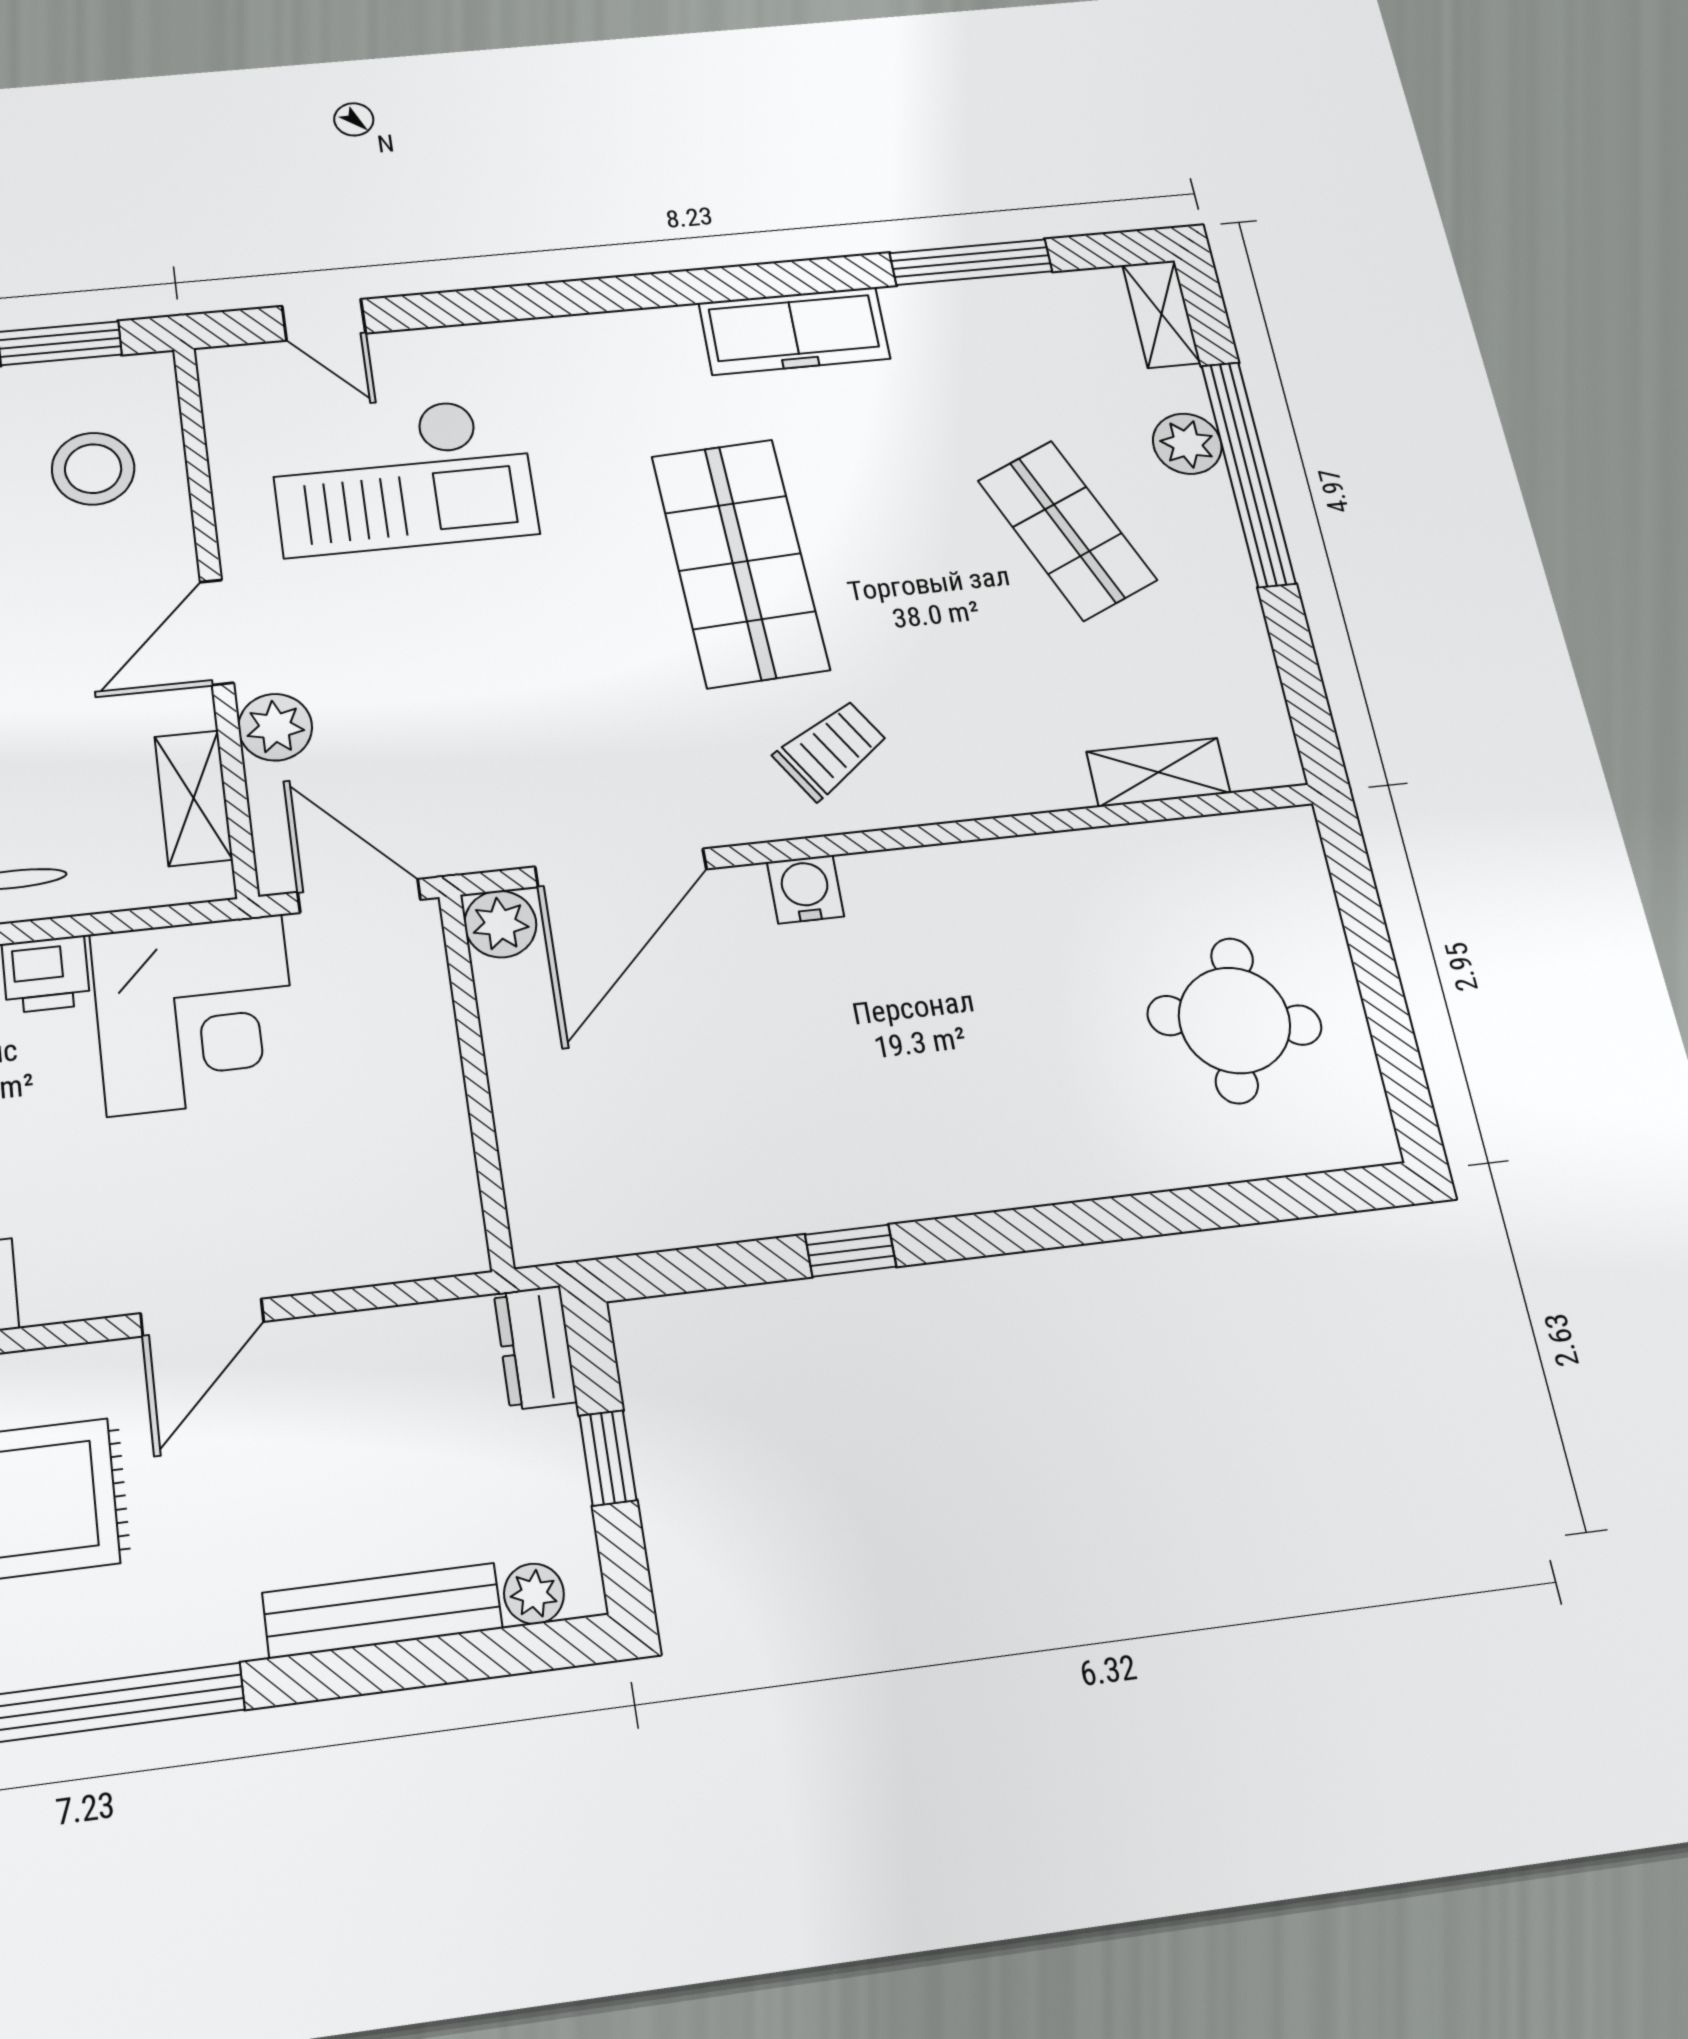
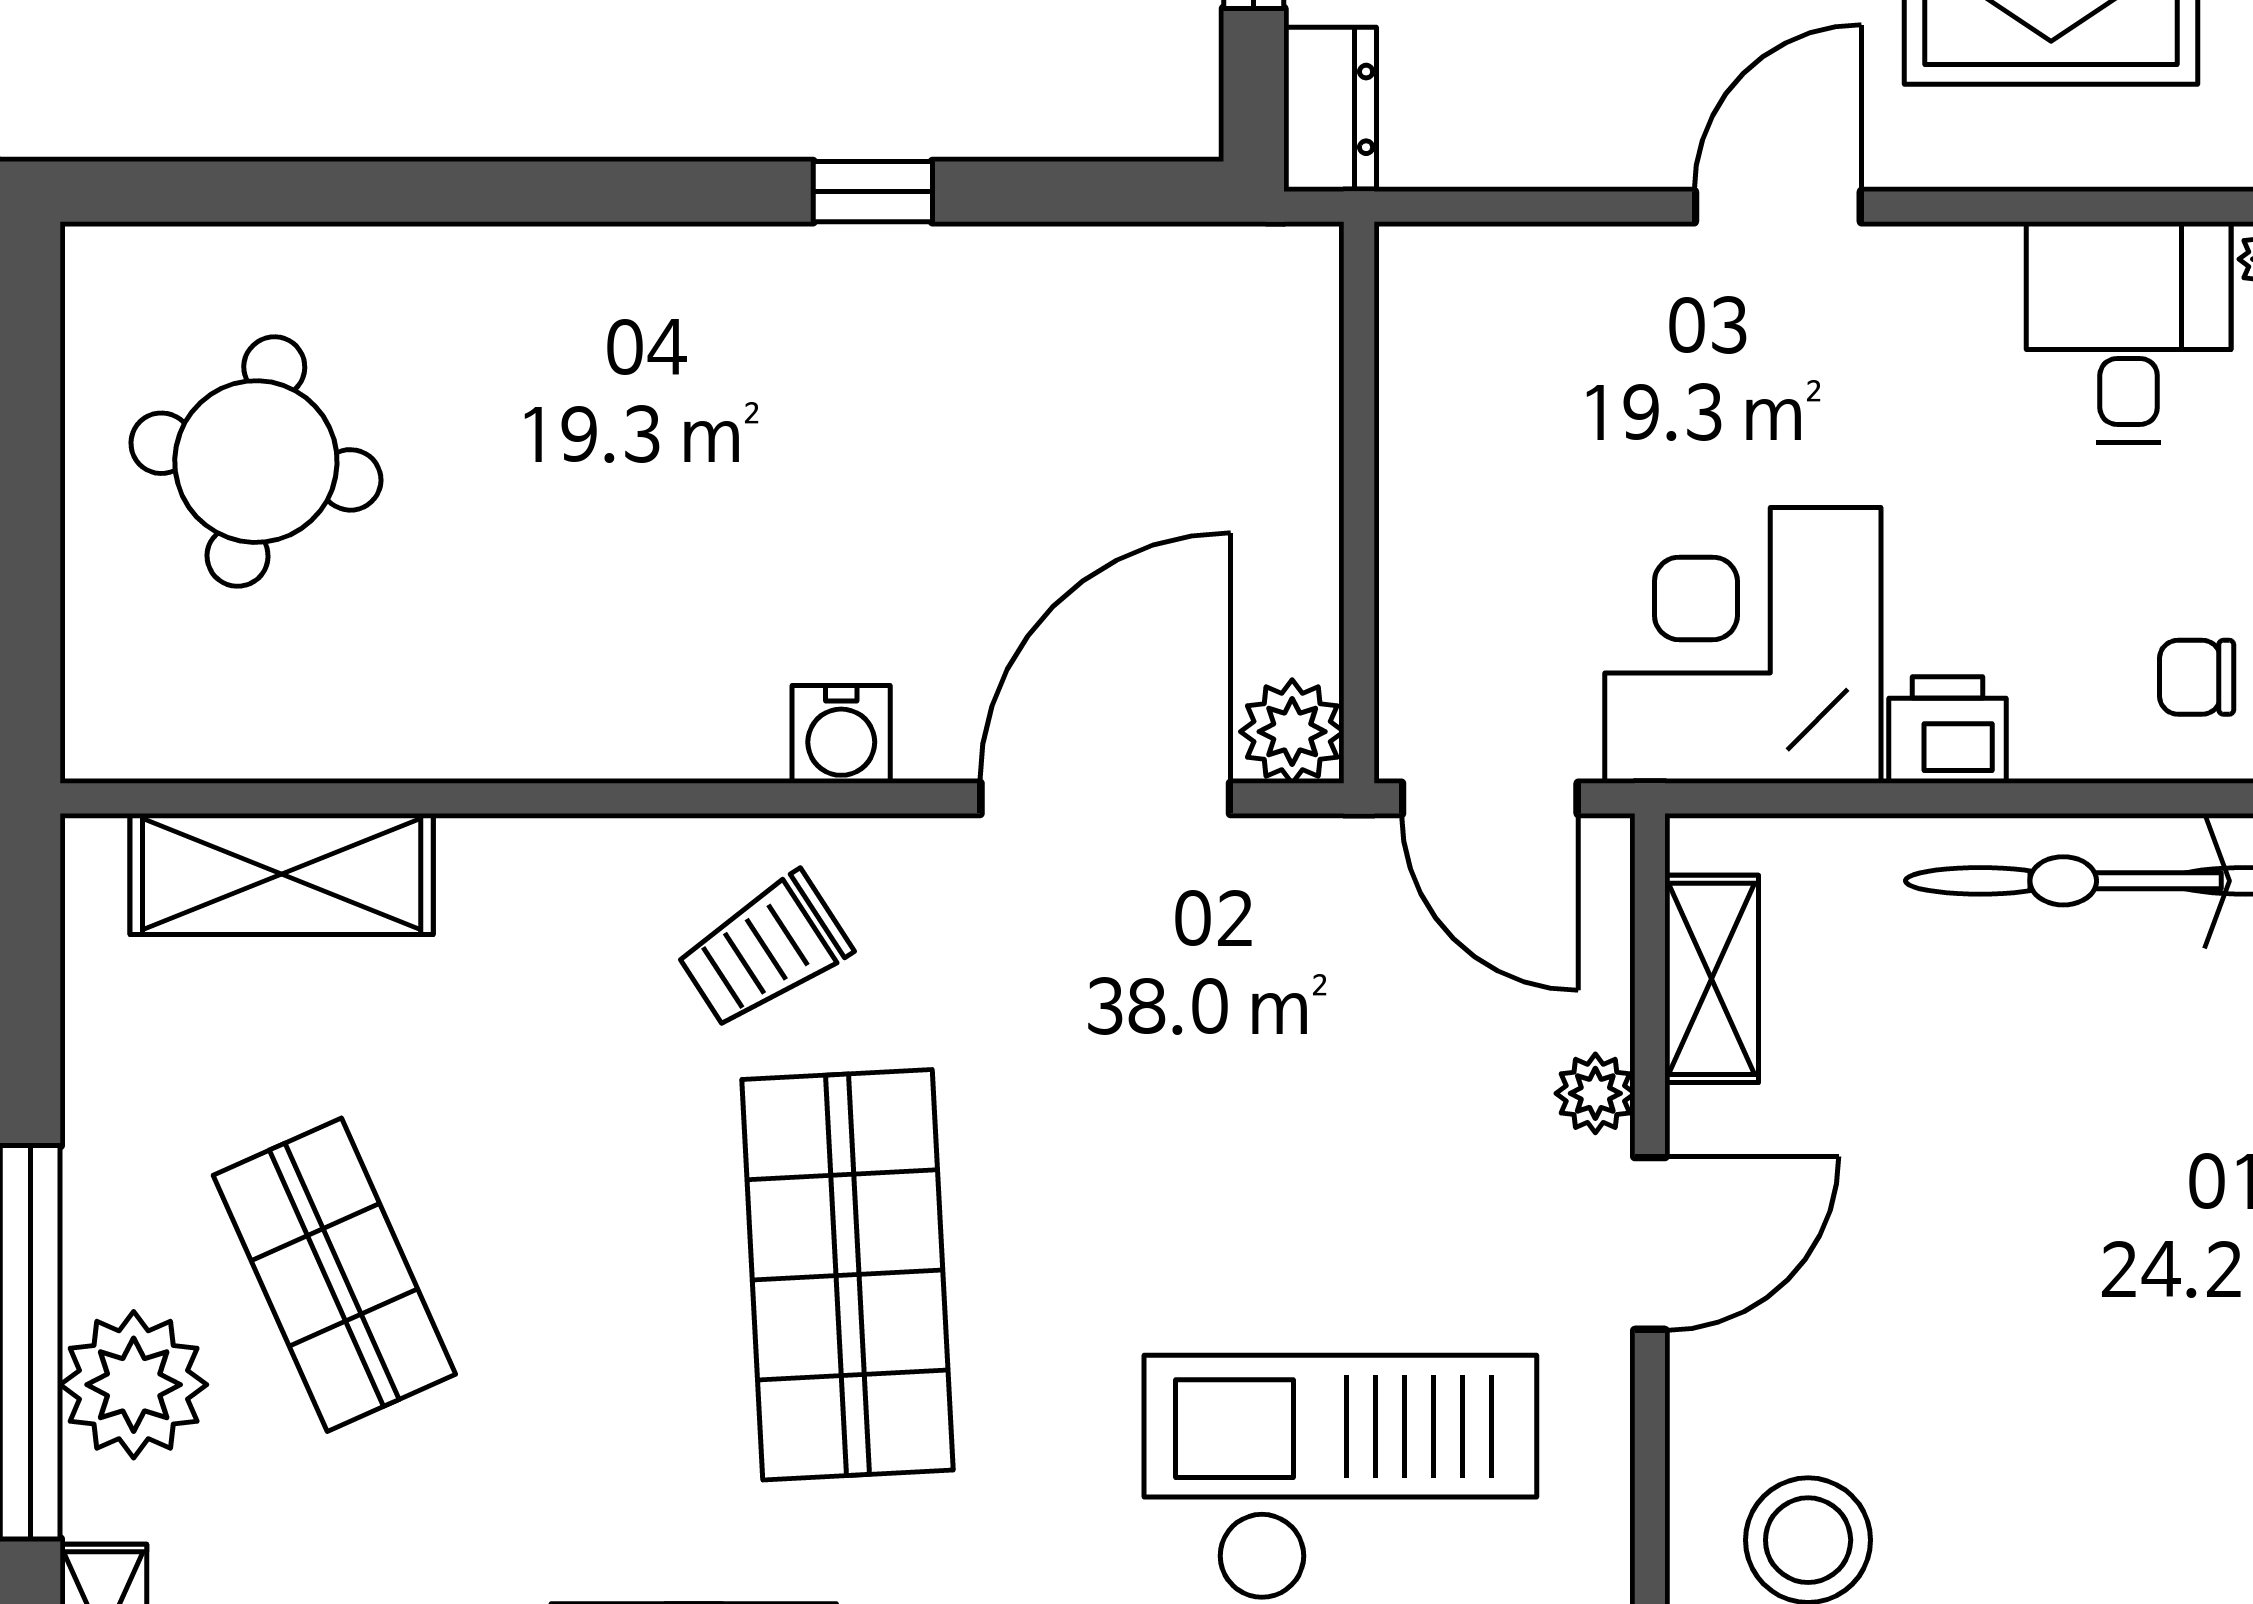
plant: (1187, 444) -> (134, 1385), width x1.36, depth x1.36
plant: (275, 727) -> (1595, 1093), width x0.73, depth x0.73
shelving: (1158, 772) -> (282, 874), width x1.50, depth x1.33

